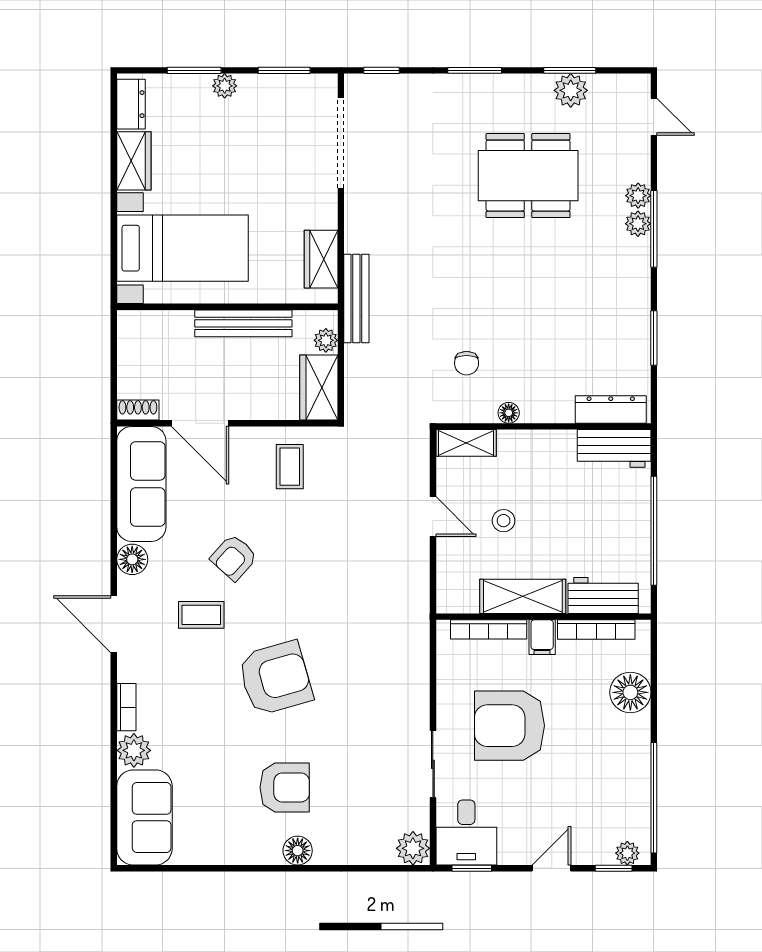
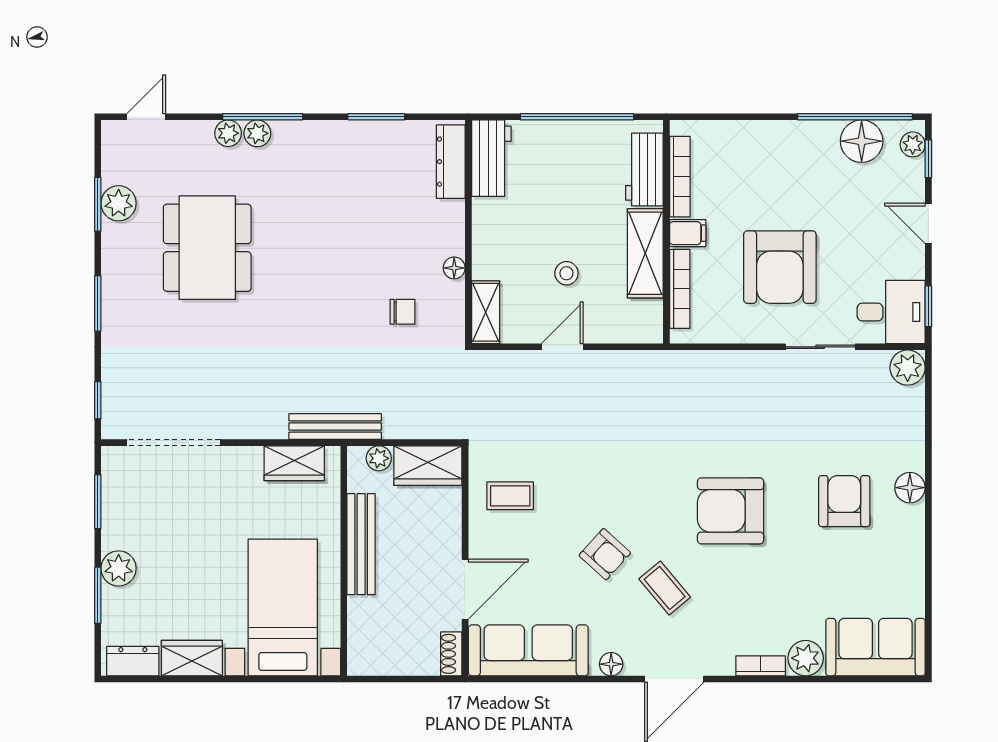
plant: (225, 86) -> (119, 568), width x1.38, depth x1.38
floor lamp: (132, 559) -> (611, 664), width x0.73, depth x0.73
coffee table: (201, 615) -> (665, 588), turned -40
armchair: (275, 678) -> (731, 511), turned -74
floor lamp: (630, 692) -> (862, 141), moved

